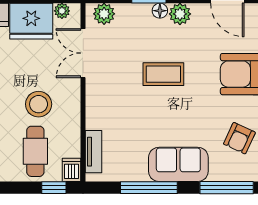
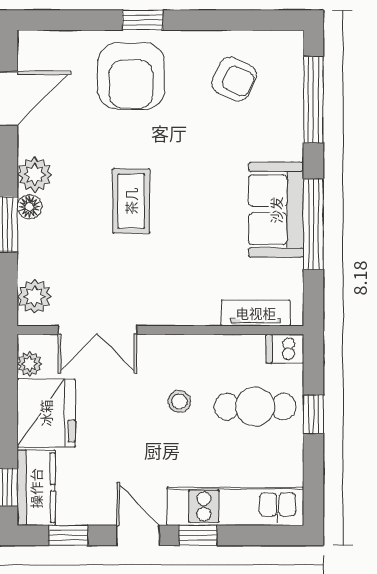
stool: (39, 104) -> (179, 401), width x0.53, depth x0.53
sofa: (178, 164) -> (276, 210), moved
window: (54, 188) -> (313, 414), moved

